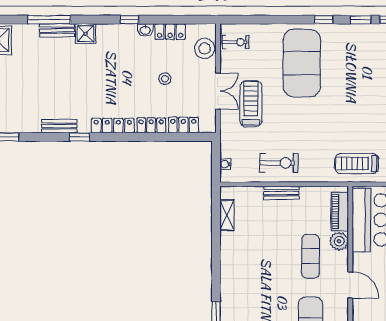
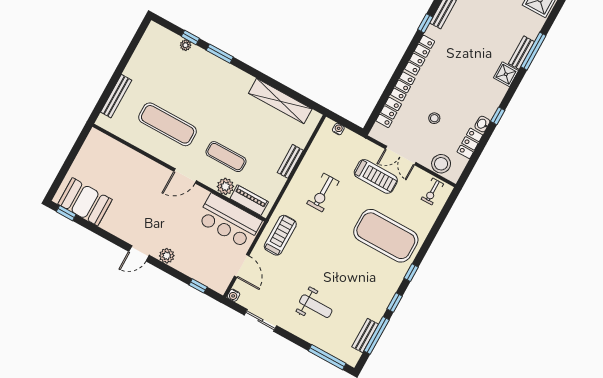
exercise bike: (279, 163) -> (323, 193), moved
shelving: (227, 215) -> (280, 101), width x2.20, depth x1.33

